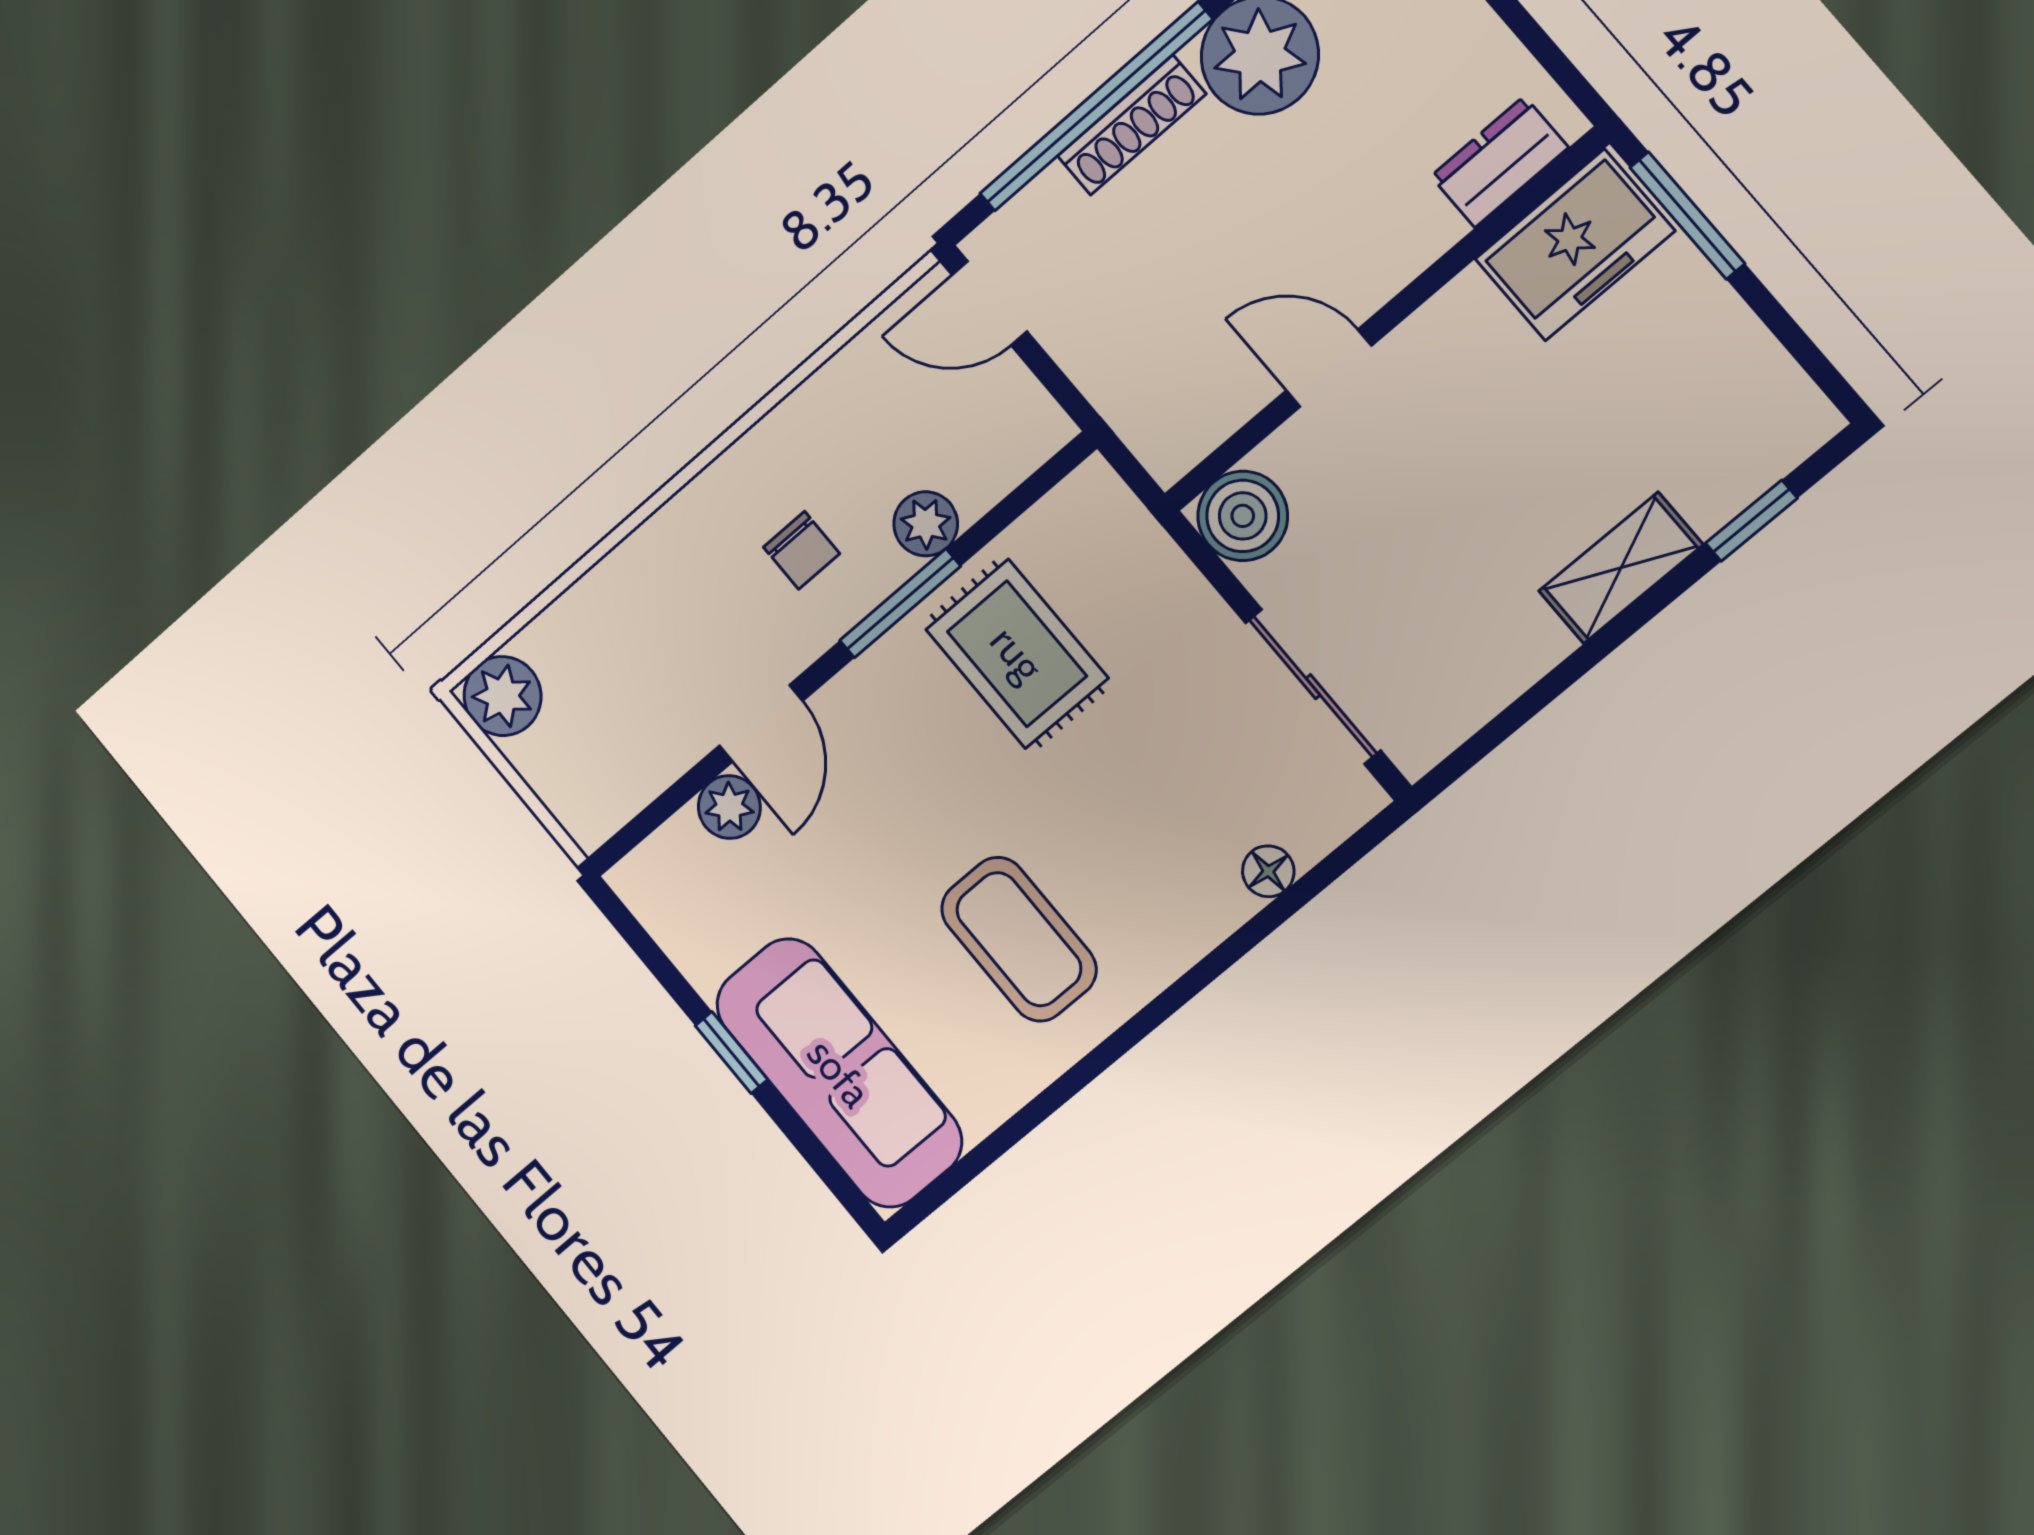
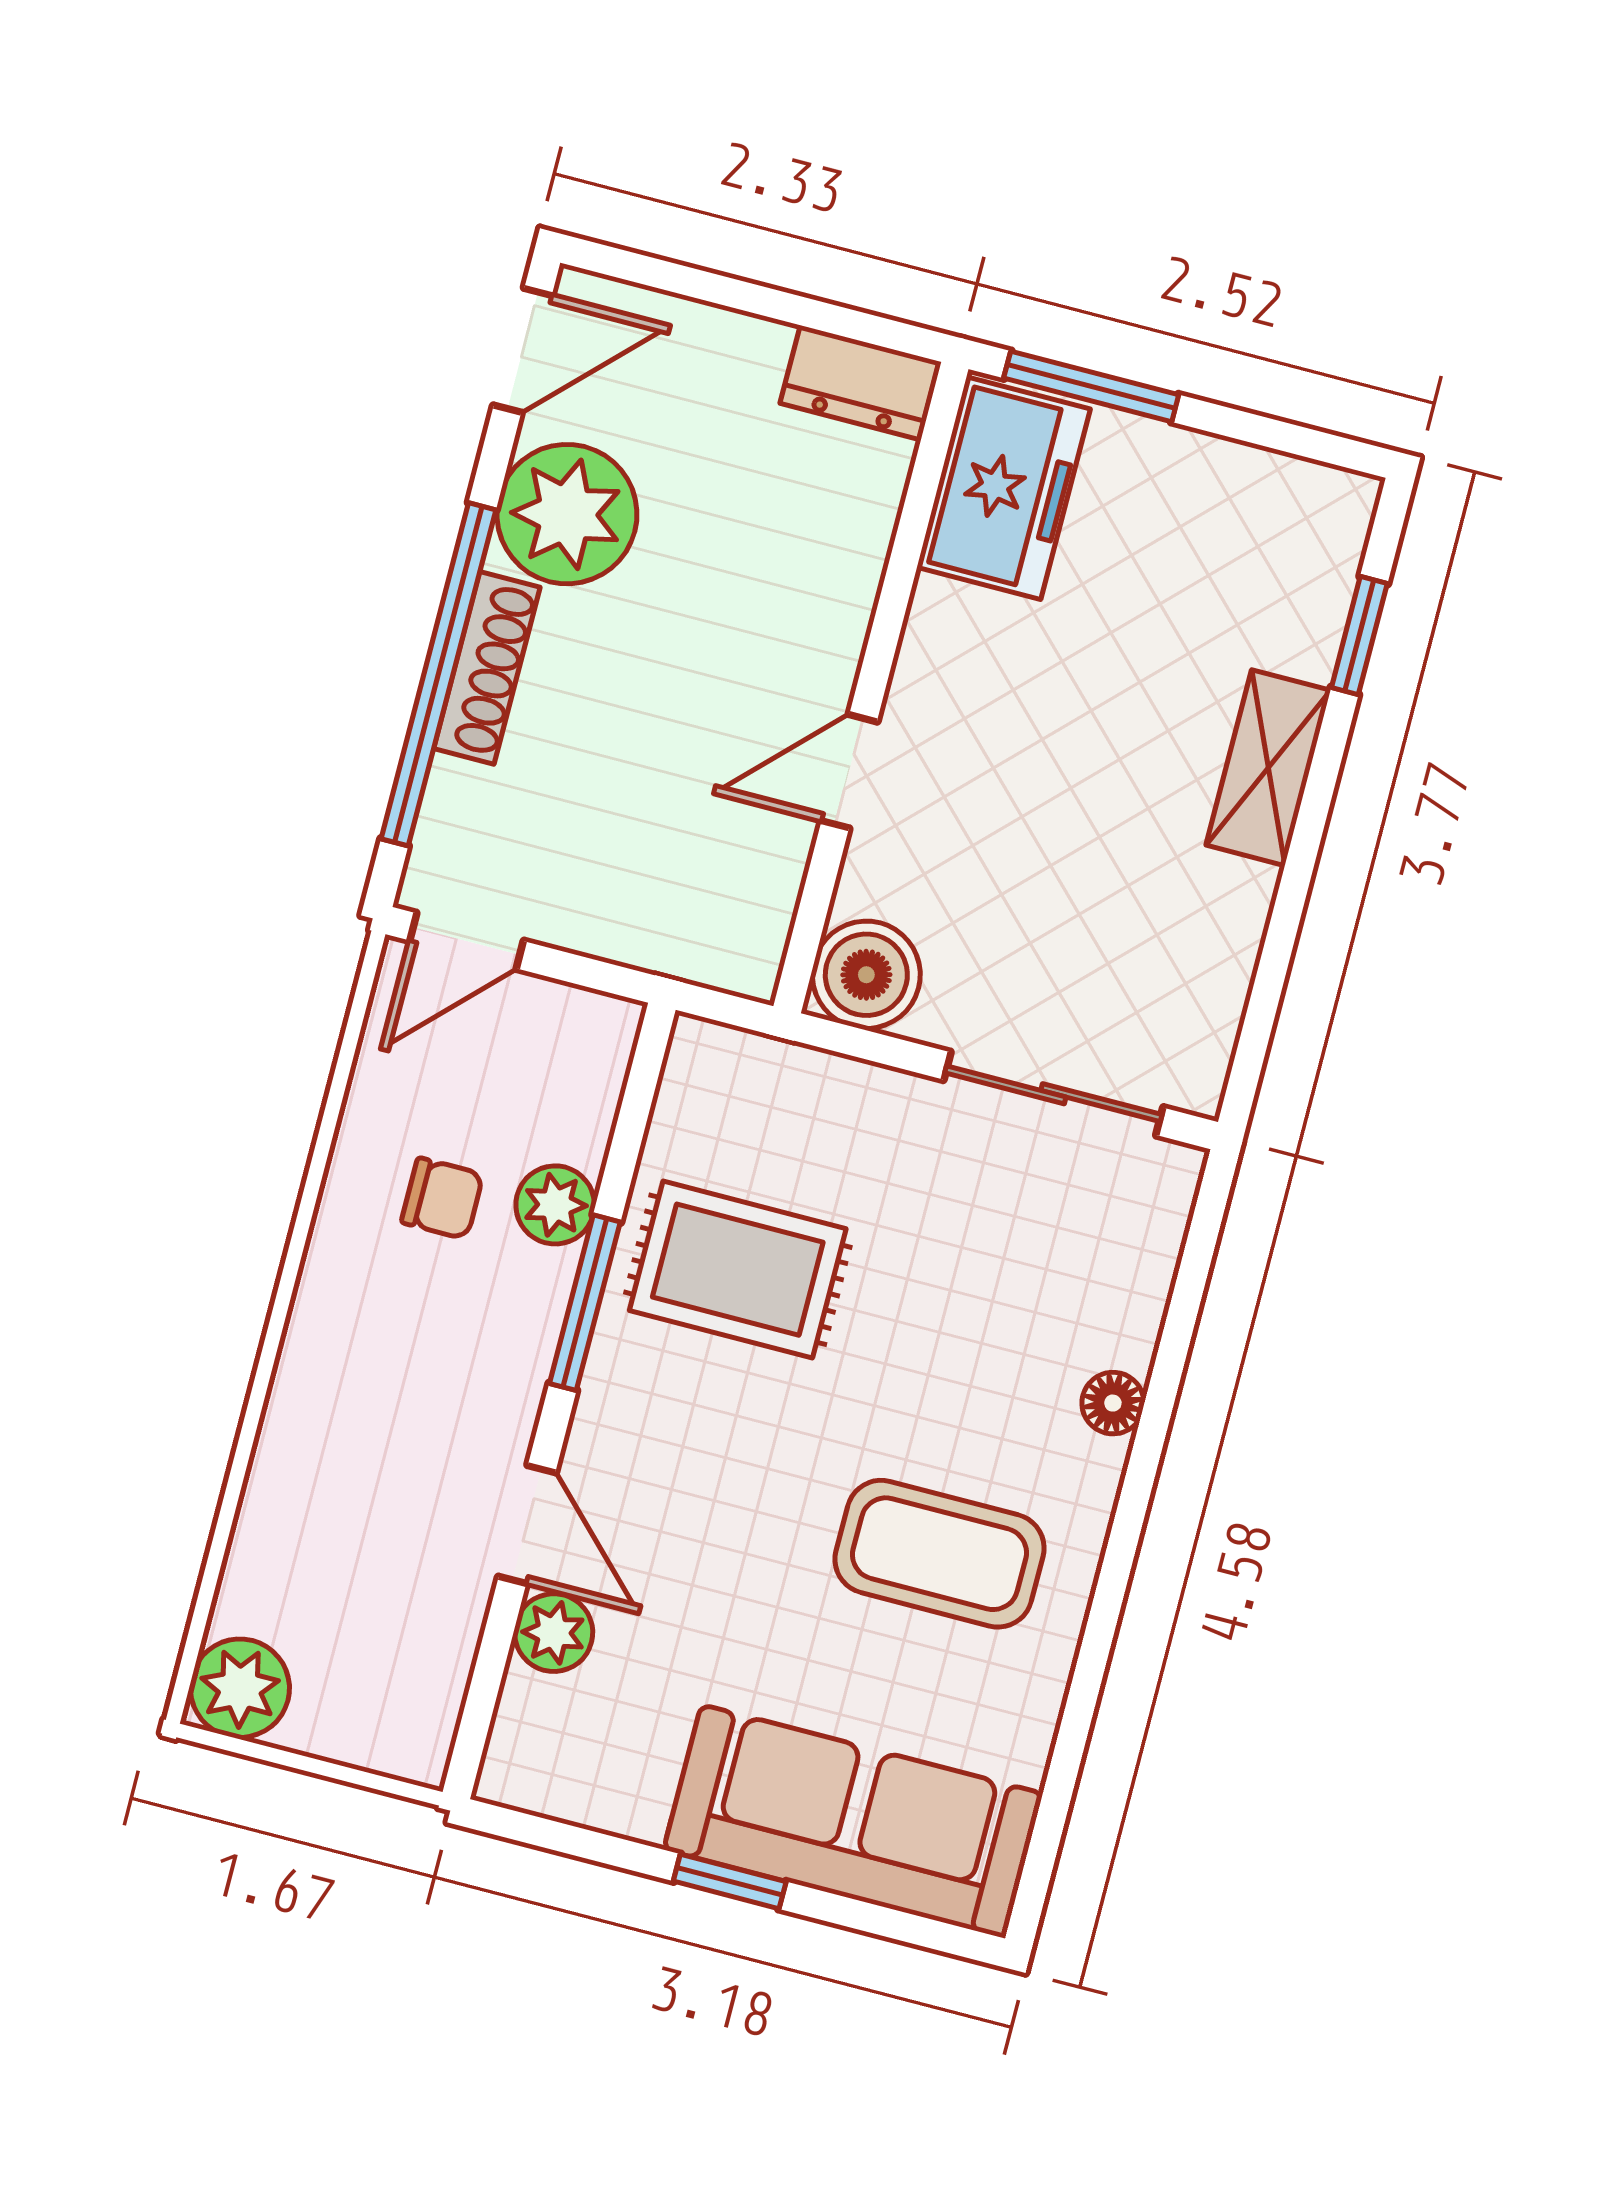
dresser: (1500, 162) -> (860, 382), moved, turned -90
chair: (802, 550) -> (442, 1198), moved
floor lamp: (1268, 871) -> (1113, 1403), moved

